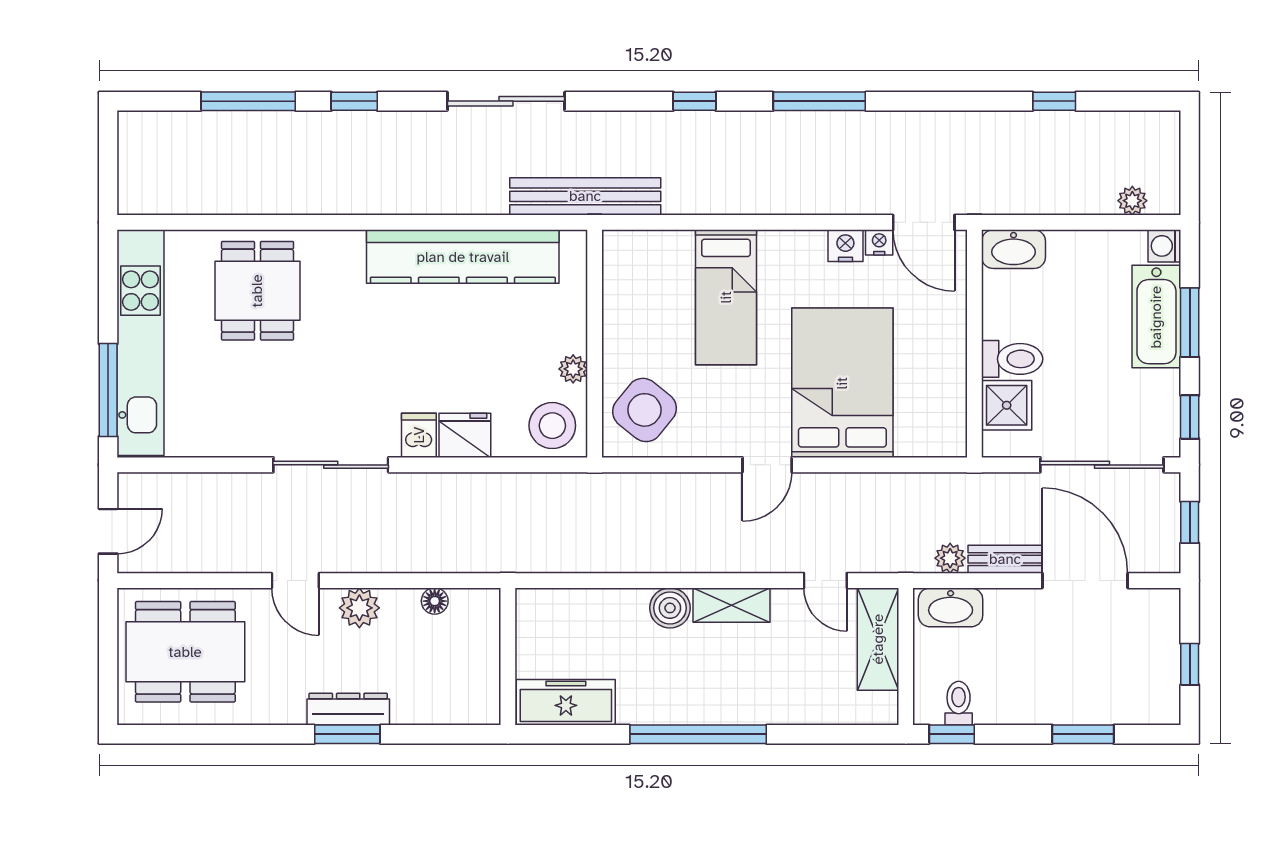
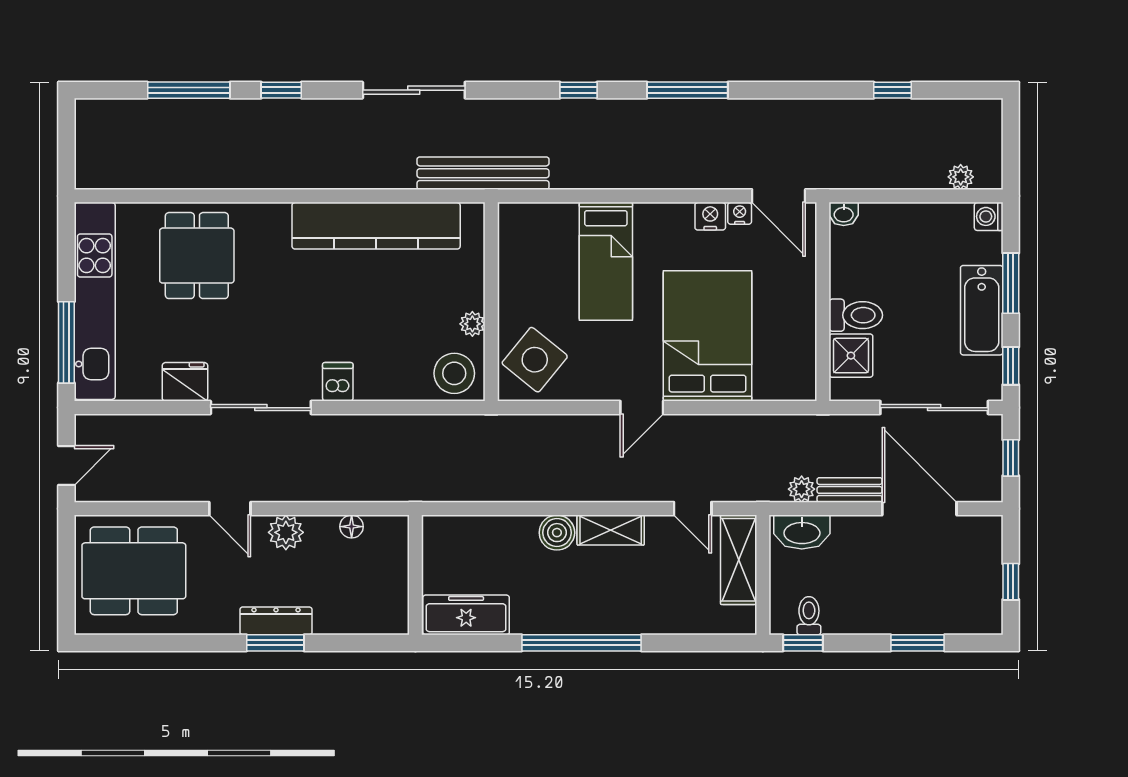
washbasin: (1014, 249) -> (844, 214), width x0.52, depth x0.69
bathtub: (1156, 317) -> (982, 310), moved
fridge: (465, 435) -> (185, 382), moved

